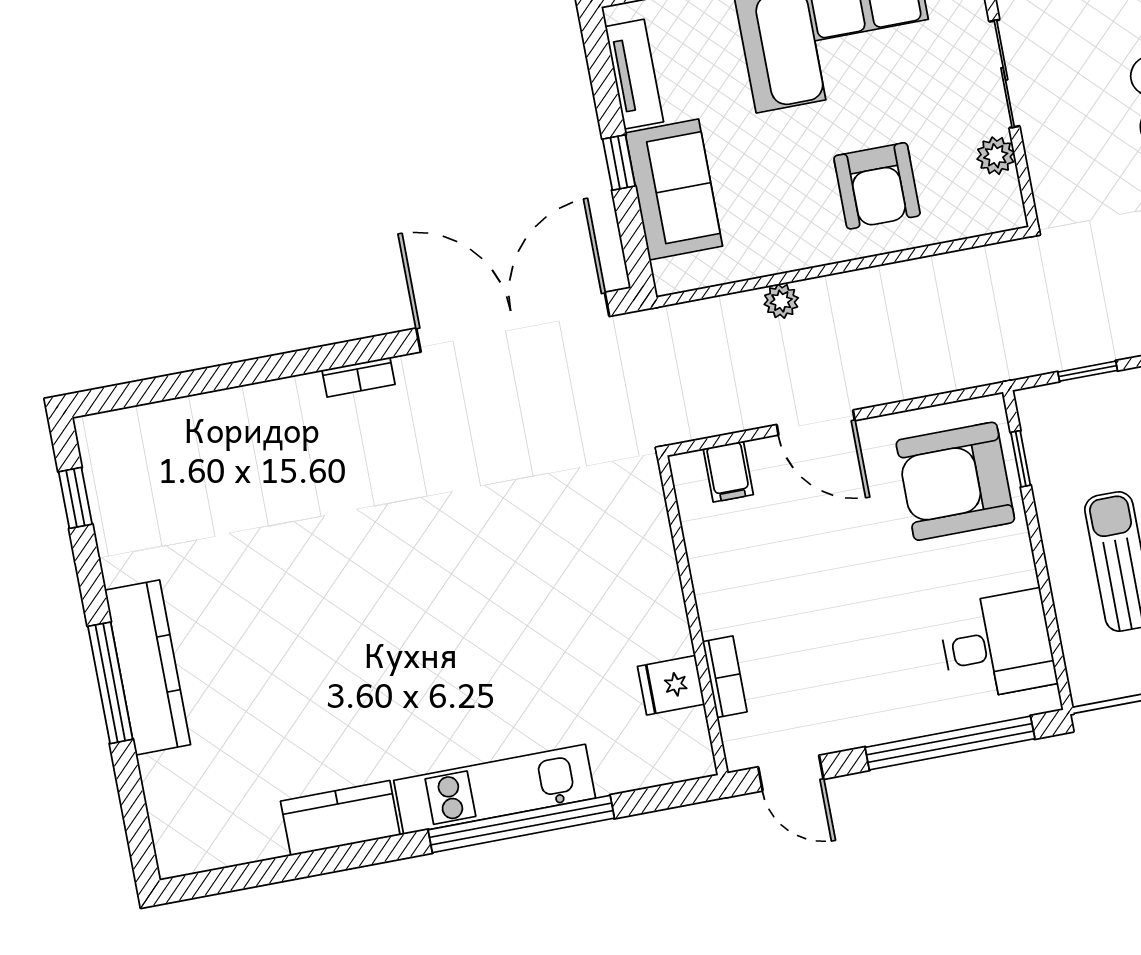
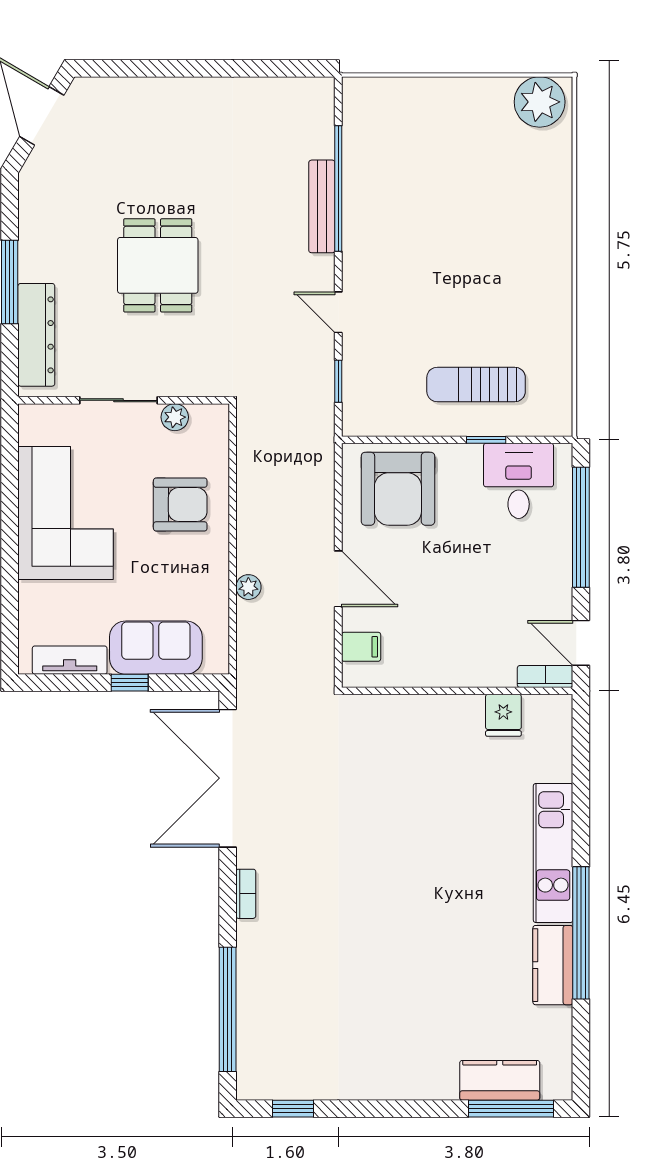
window: (195, 382) -> (228, 1009), added
door: (816, 423) -> (338, 579), hinge flipped
window: (1021, 459) -> (486, 440), moved
kitchen counter: (148, 667) -> (500, 1080), moved, width x0.67
bookcase: (725, 677) -> (545, 676), moved
window: (110, 683) -> (511, 1109), moved
door: (791, 773) -> (581, 643), swing flipped
window: (521, 824) -> (581, 933), moved

